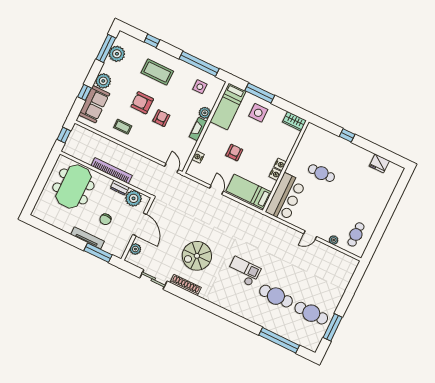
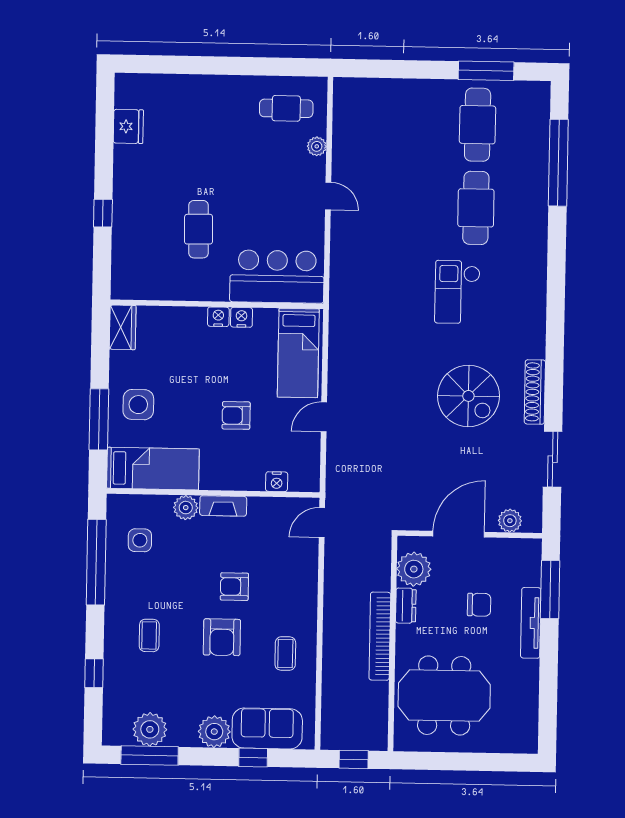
coffee table: (157, 72) -> (149, 635), width x0.54, depth x0.58

